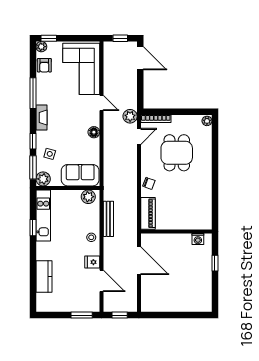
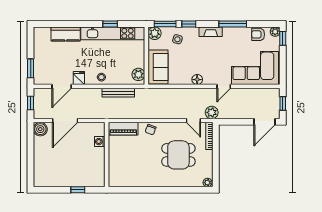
kitchen unit: (43, 215) -> (113, 33), width x1.36
washing machine: (198, 239) -> (100, 142), moved
door: (139, 261) -> (65, 121), moved
boiler: (148, 304) -> (40, 129), added

